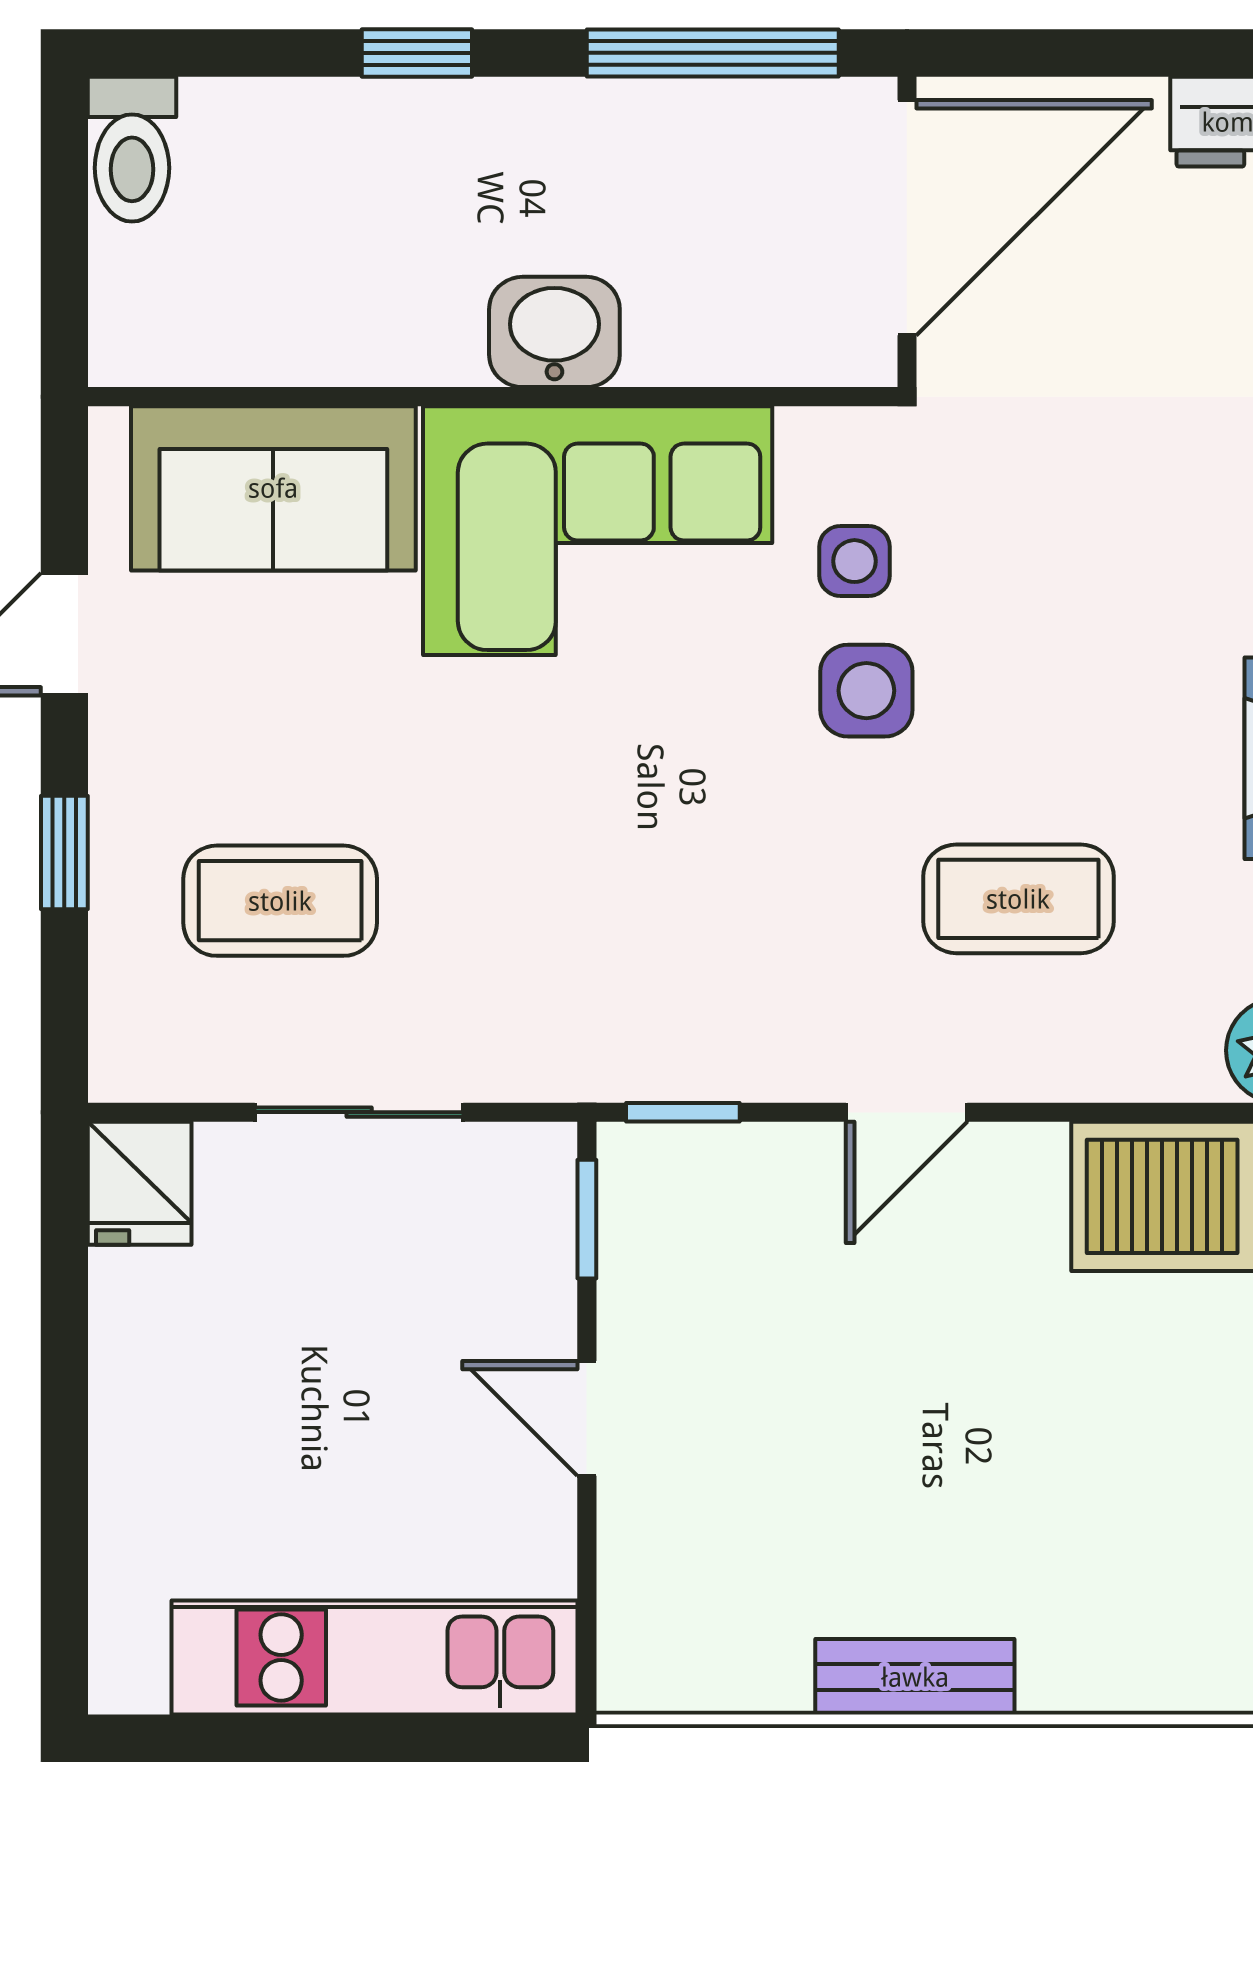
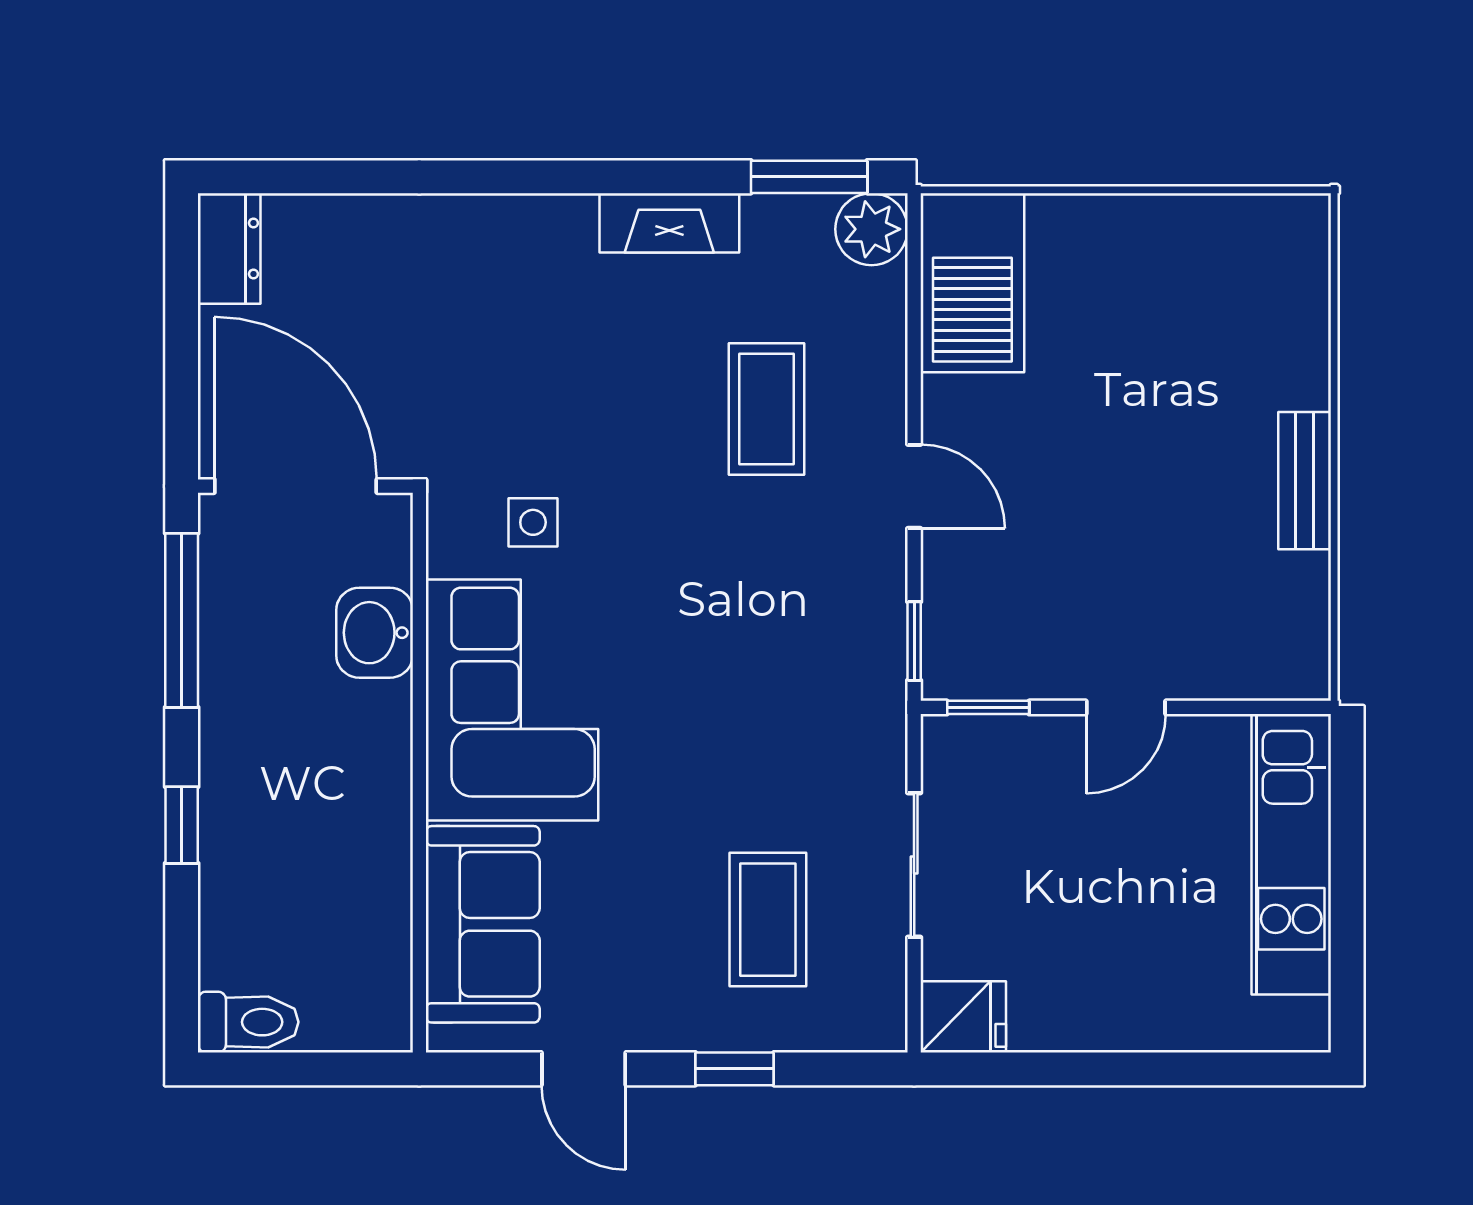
washbasin: (554, 332) -> (375, 633), moved
side table: (866, 691) -> (623, 514), removed

